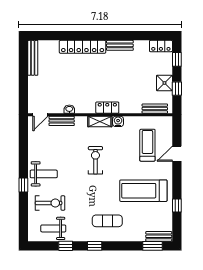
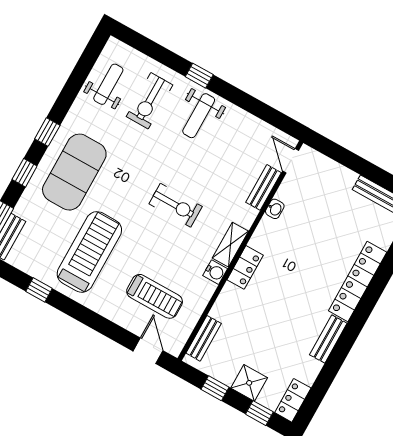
shower: (164, 83) -> (249, 383), moved
door: (177, 154) -> (148, 351), moved
exercise mat: (107, 221) -> (74, 172), width x2.00, depth x1.45
window: (66, 246) -> (25, 173), moved

